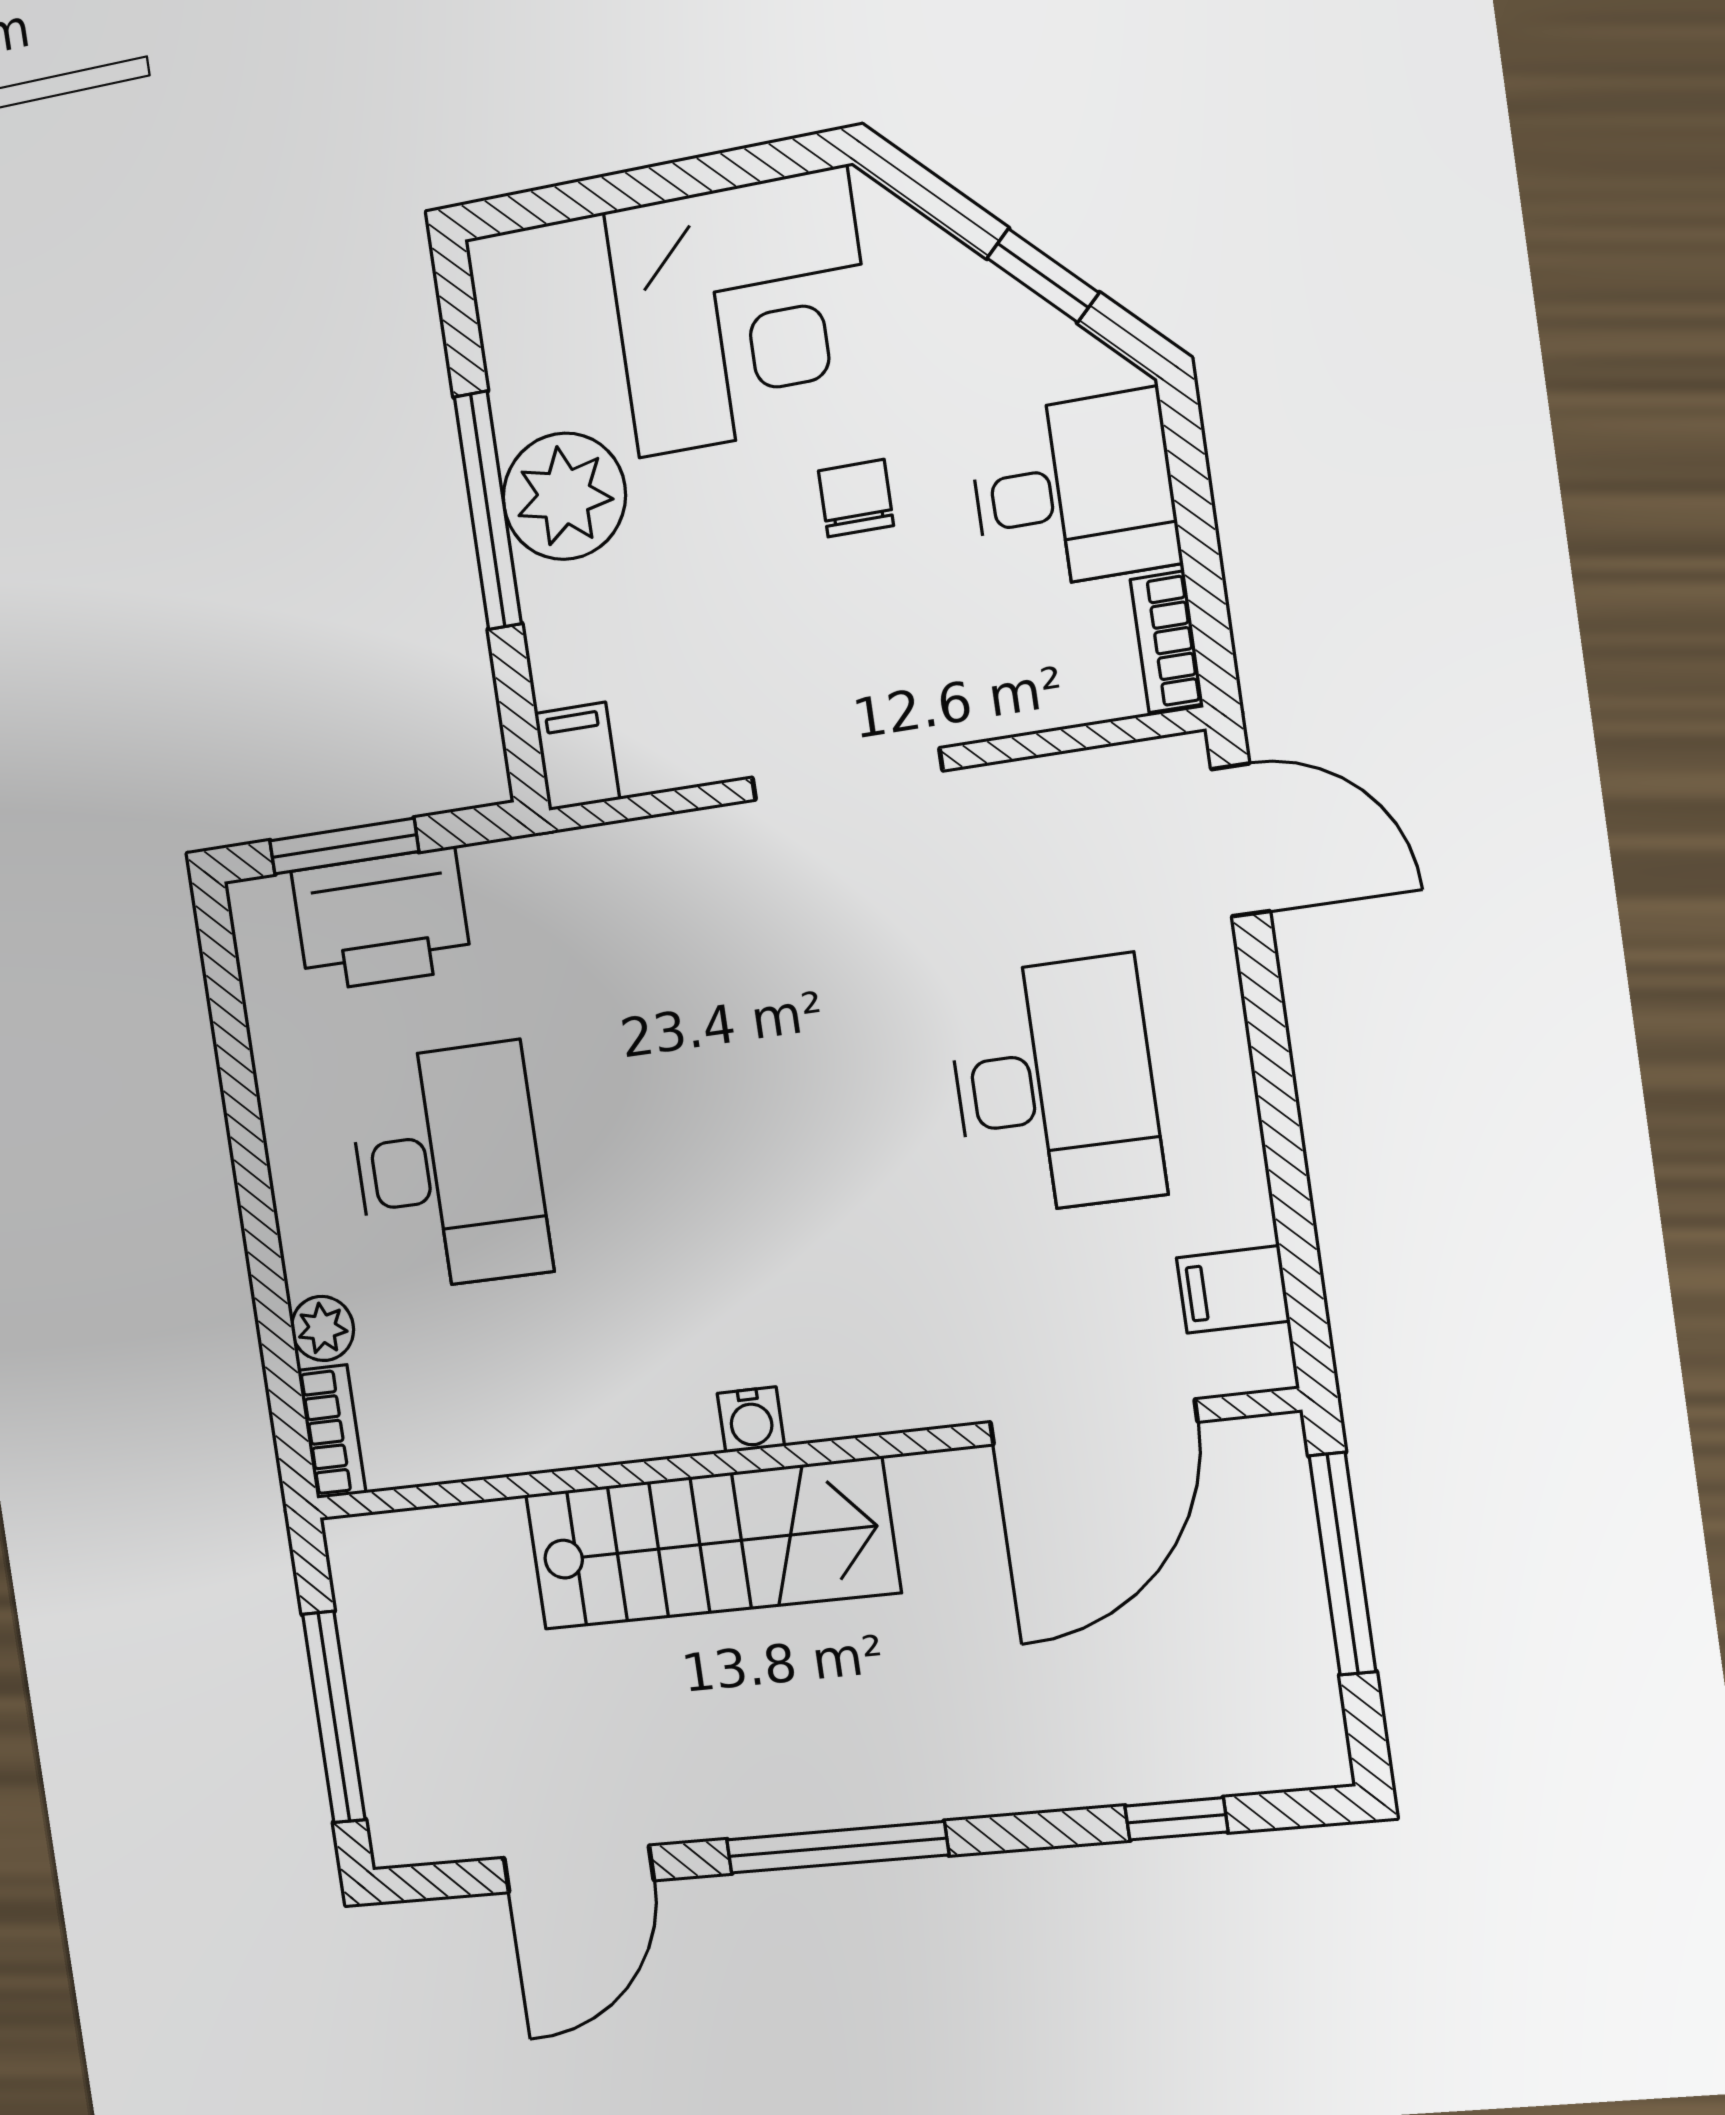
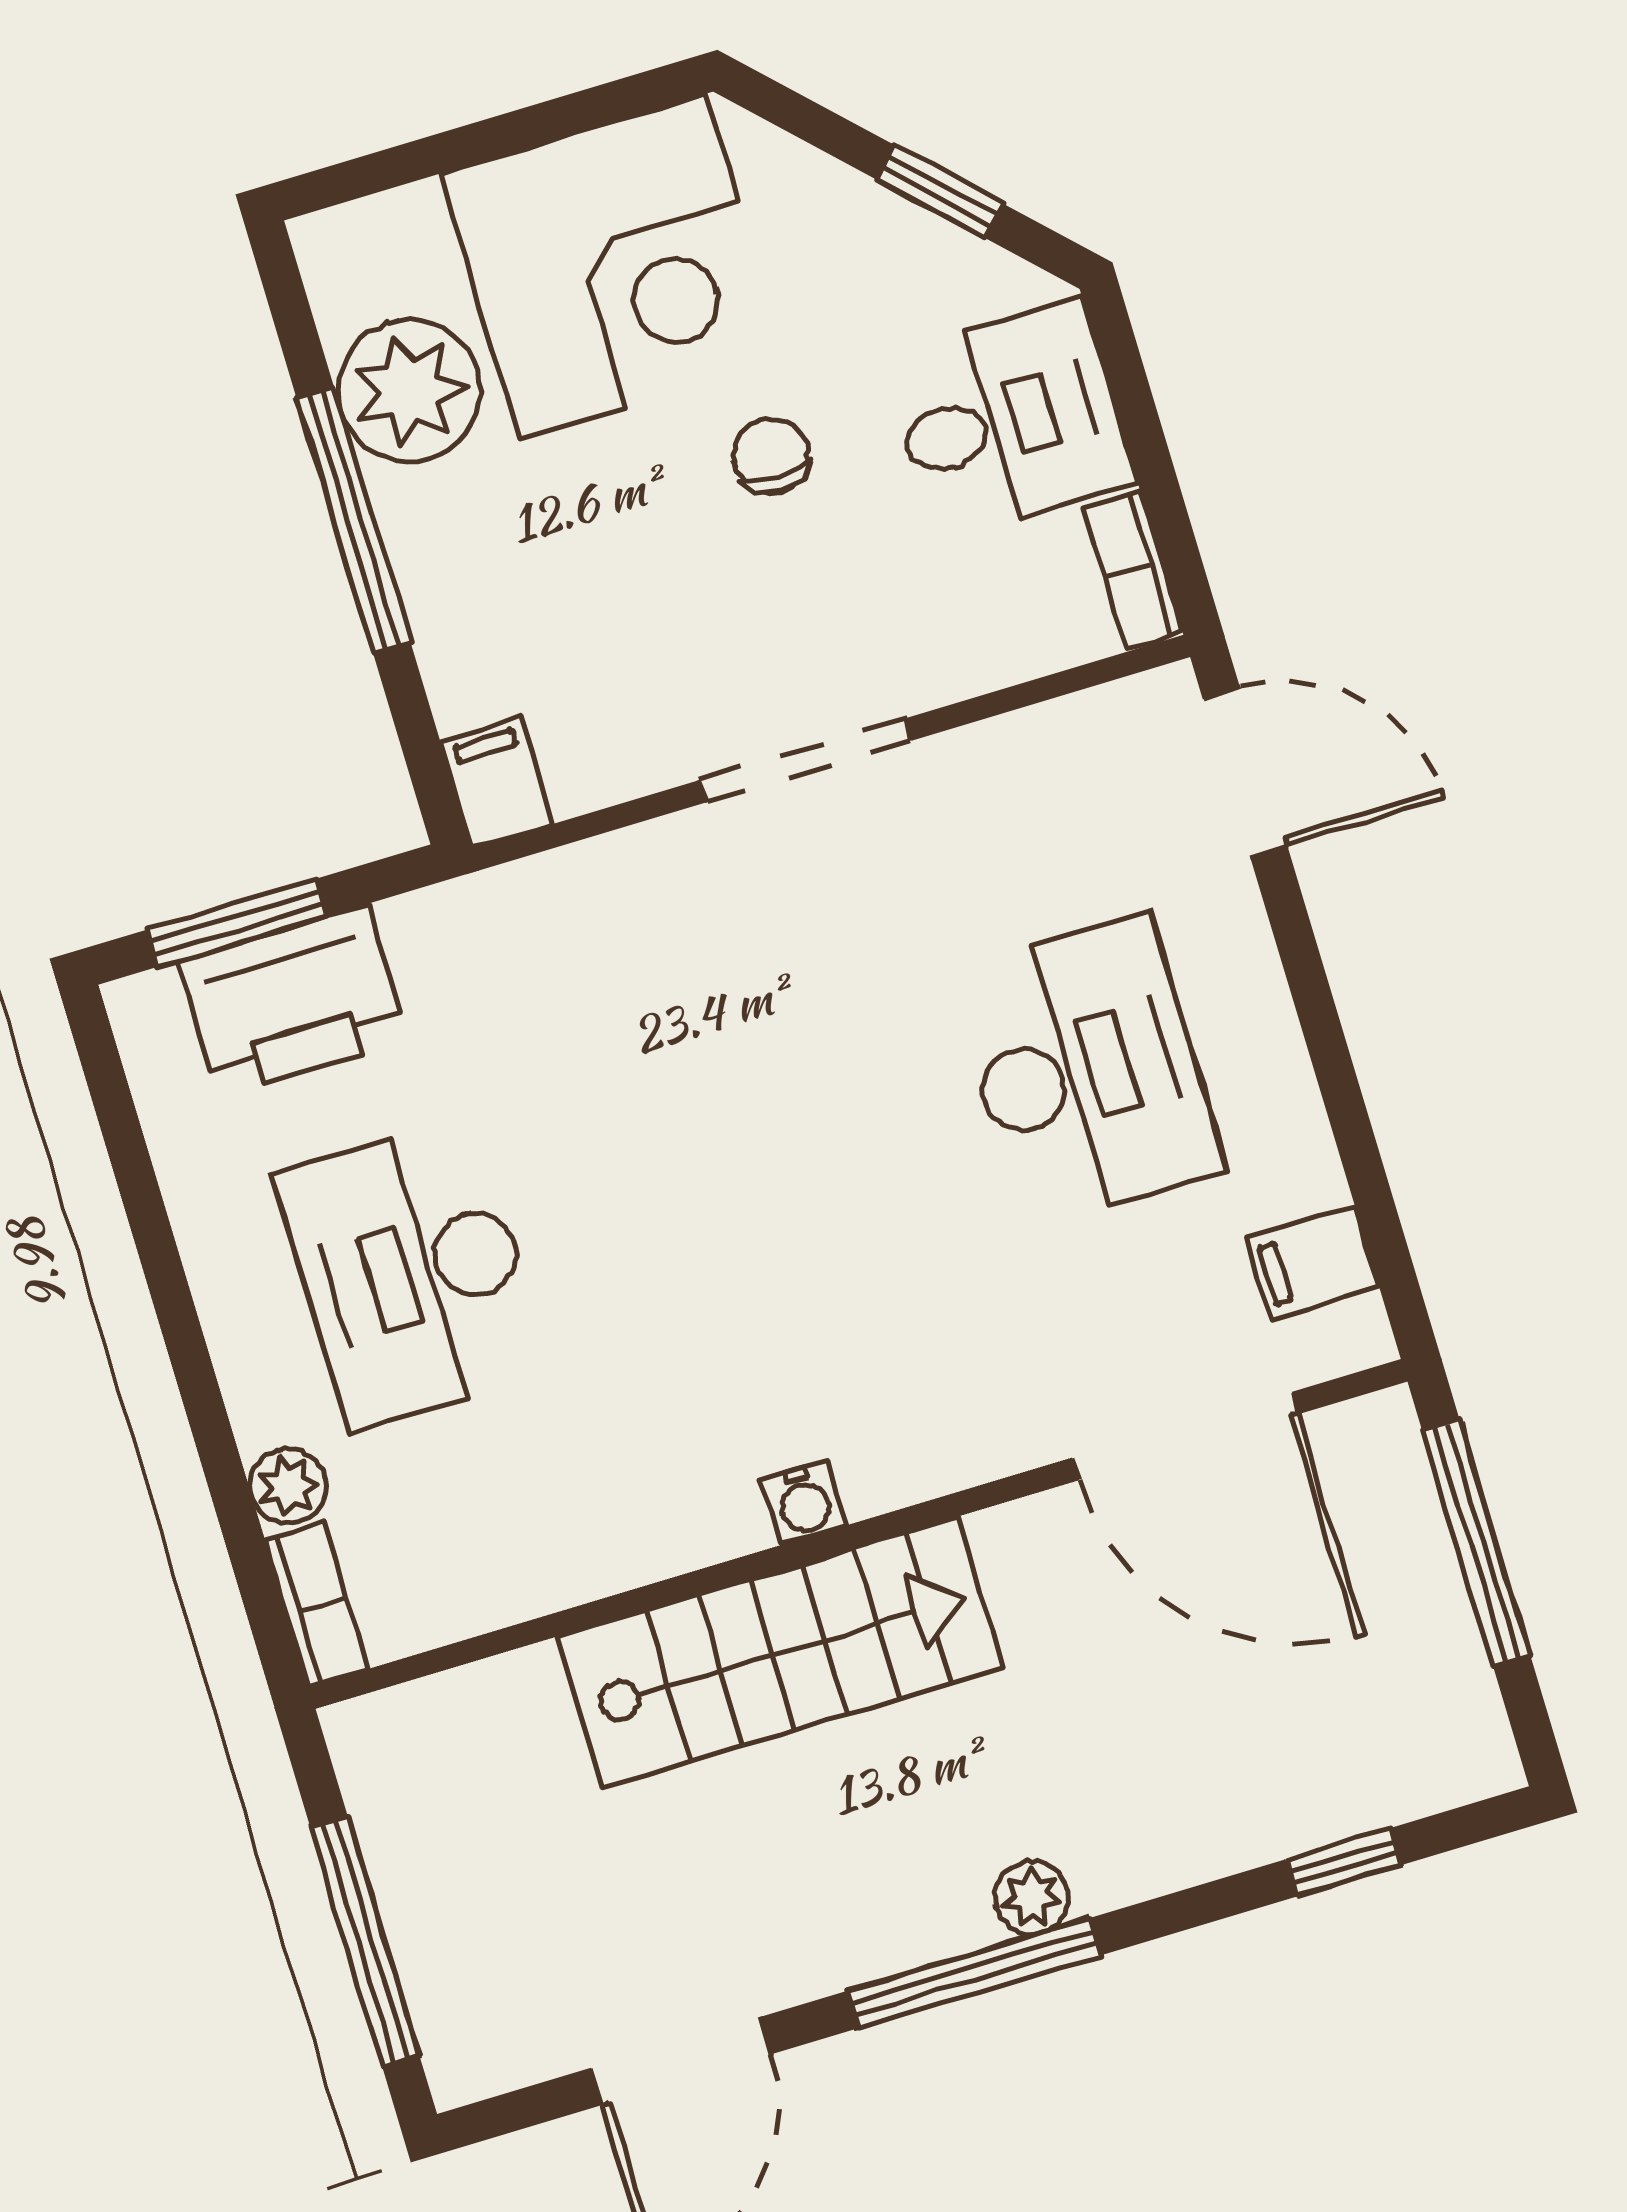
plant: (564, 496) -> (409, 391), moved
desk: (449, 1167) -> (412, 1273), turned 180
door: (1093, 1422) -> (1185, 1436), hinge flipped
plant: (897, 1794) -> (1032, 1897), added

